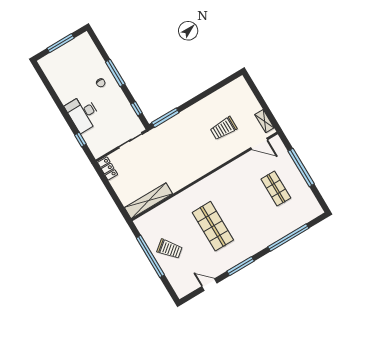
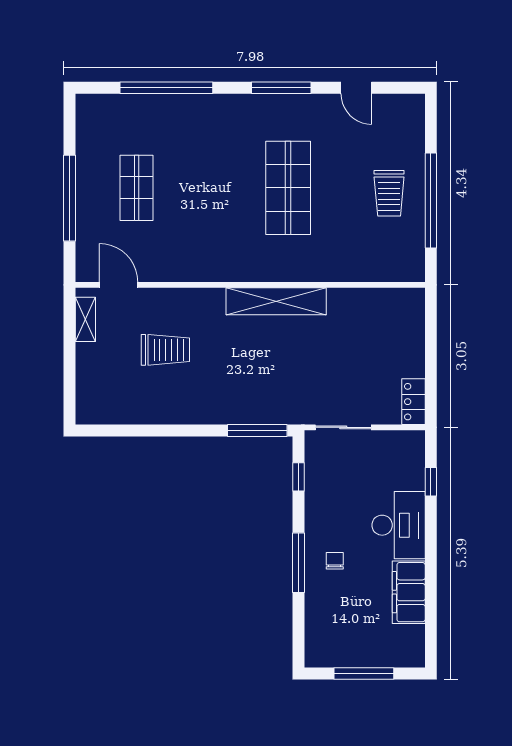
filing cabinet: (62, 88) -> (409, 592), added
shelving: (148, 201) -> (276, 301), moved
trolley: (170, 249) -> (389, 193), turned -141

